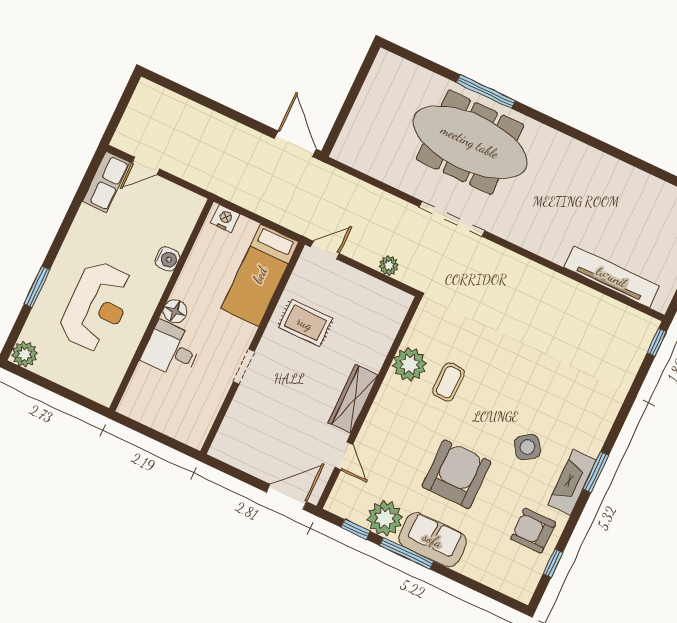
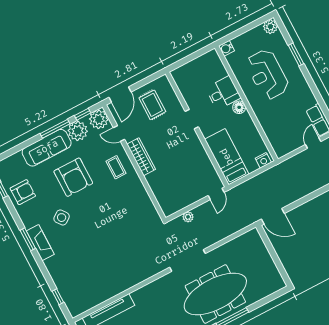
water cooler: (167, 259) -> (227, 48), moved
rug: (305, 323) -> (152, 105), moved, turned 90
window: (657, 342) -> (58, 297), moved
plant: (410, 364) -> (99, 119), moved
coffee table: (449, 382) -> (116, 167), moved
fireplace: (572, 482) -> (40, 243), moved
sofa: (433, 540) -> (47, 148), width x1.36

